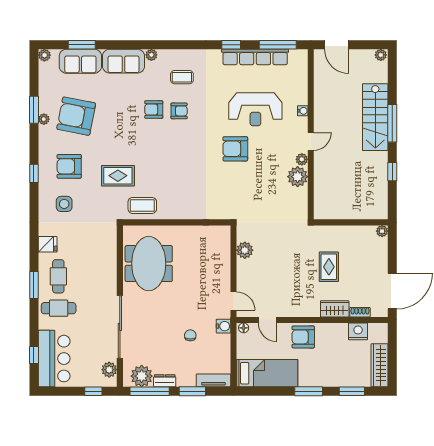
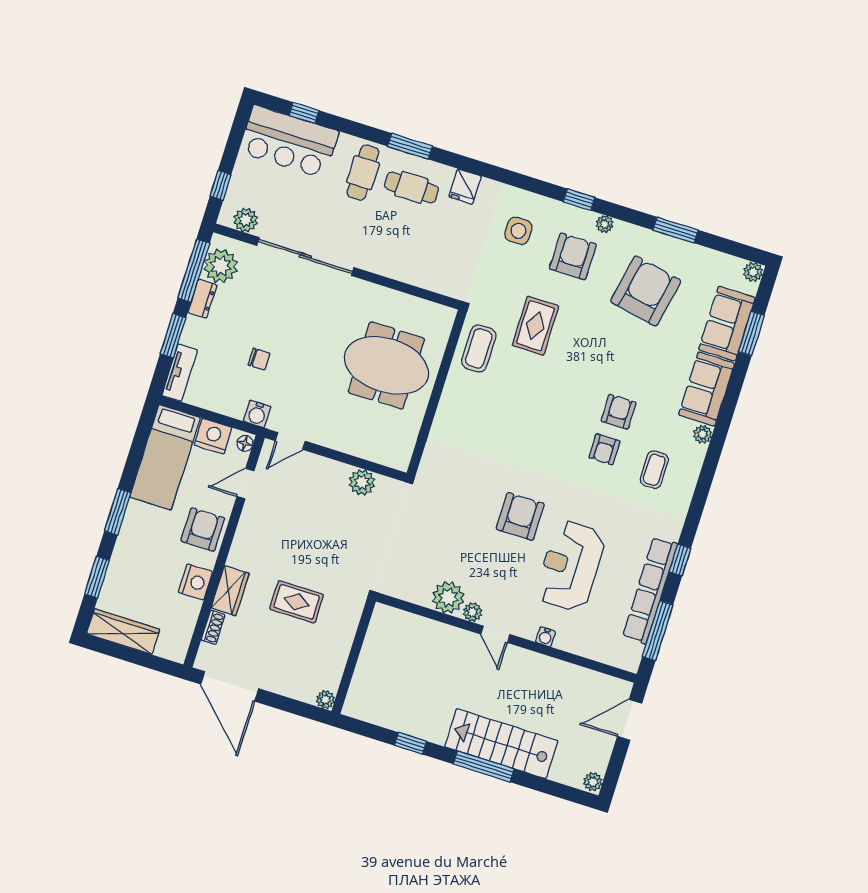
plant: (44, 119) -> (605, 224), moved
meeting table: (149, 264) -> (386, 365), moved
nightstand: (358, 331) -> (195, 582), moved
nightstand: (245, 348) -> (213, 436), added

